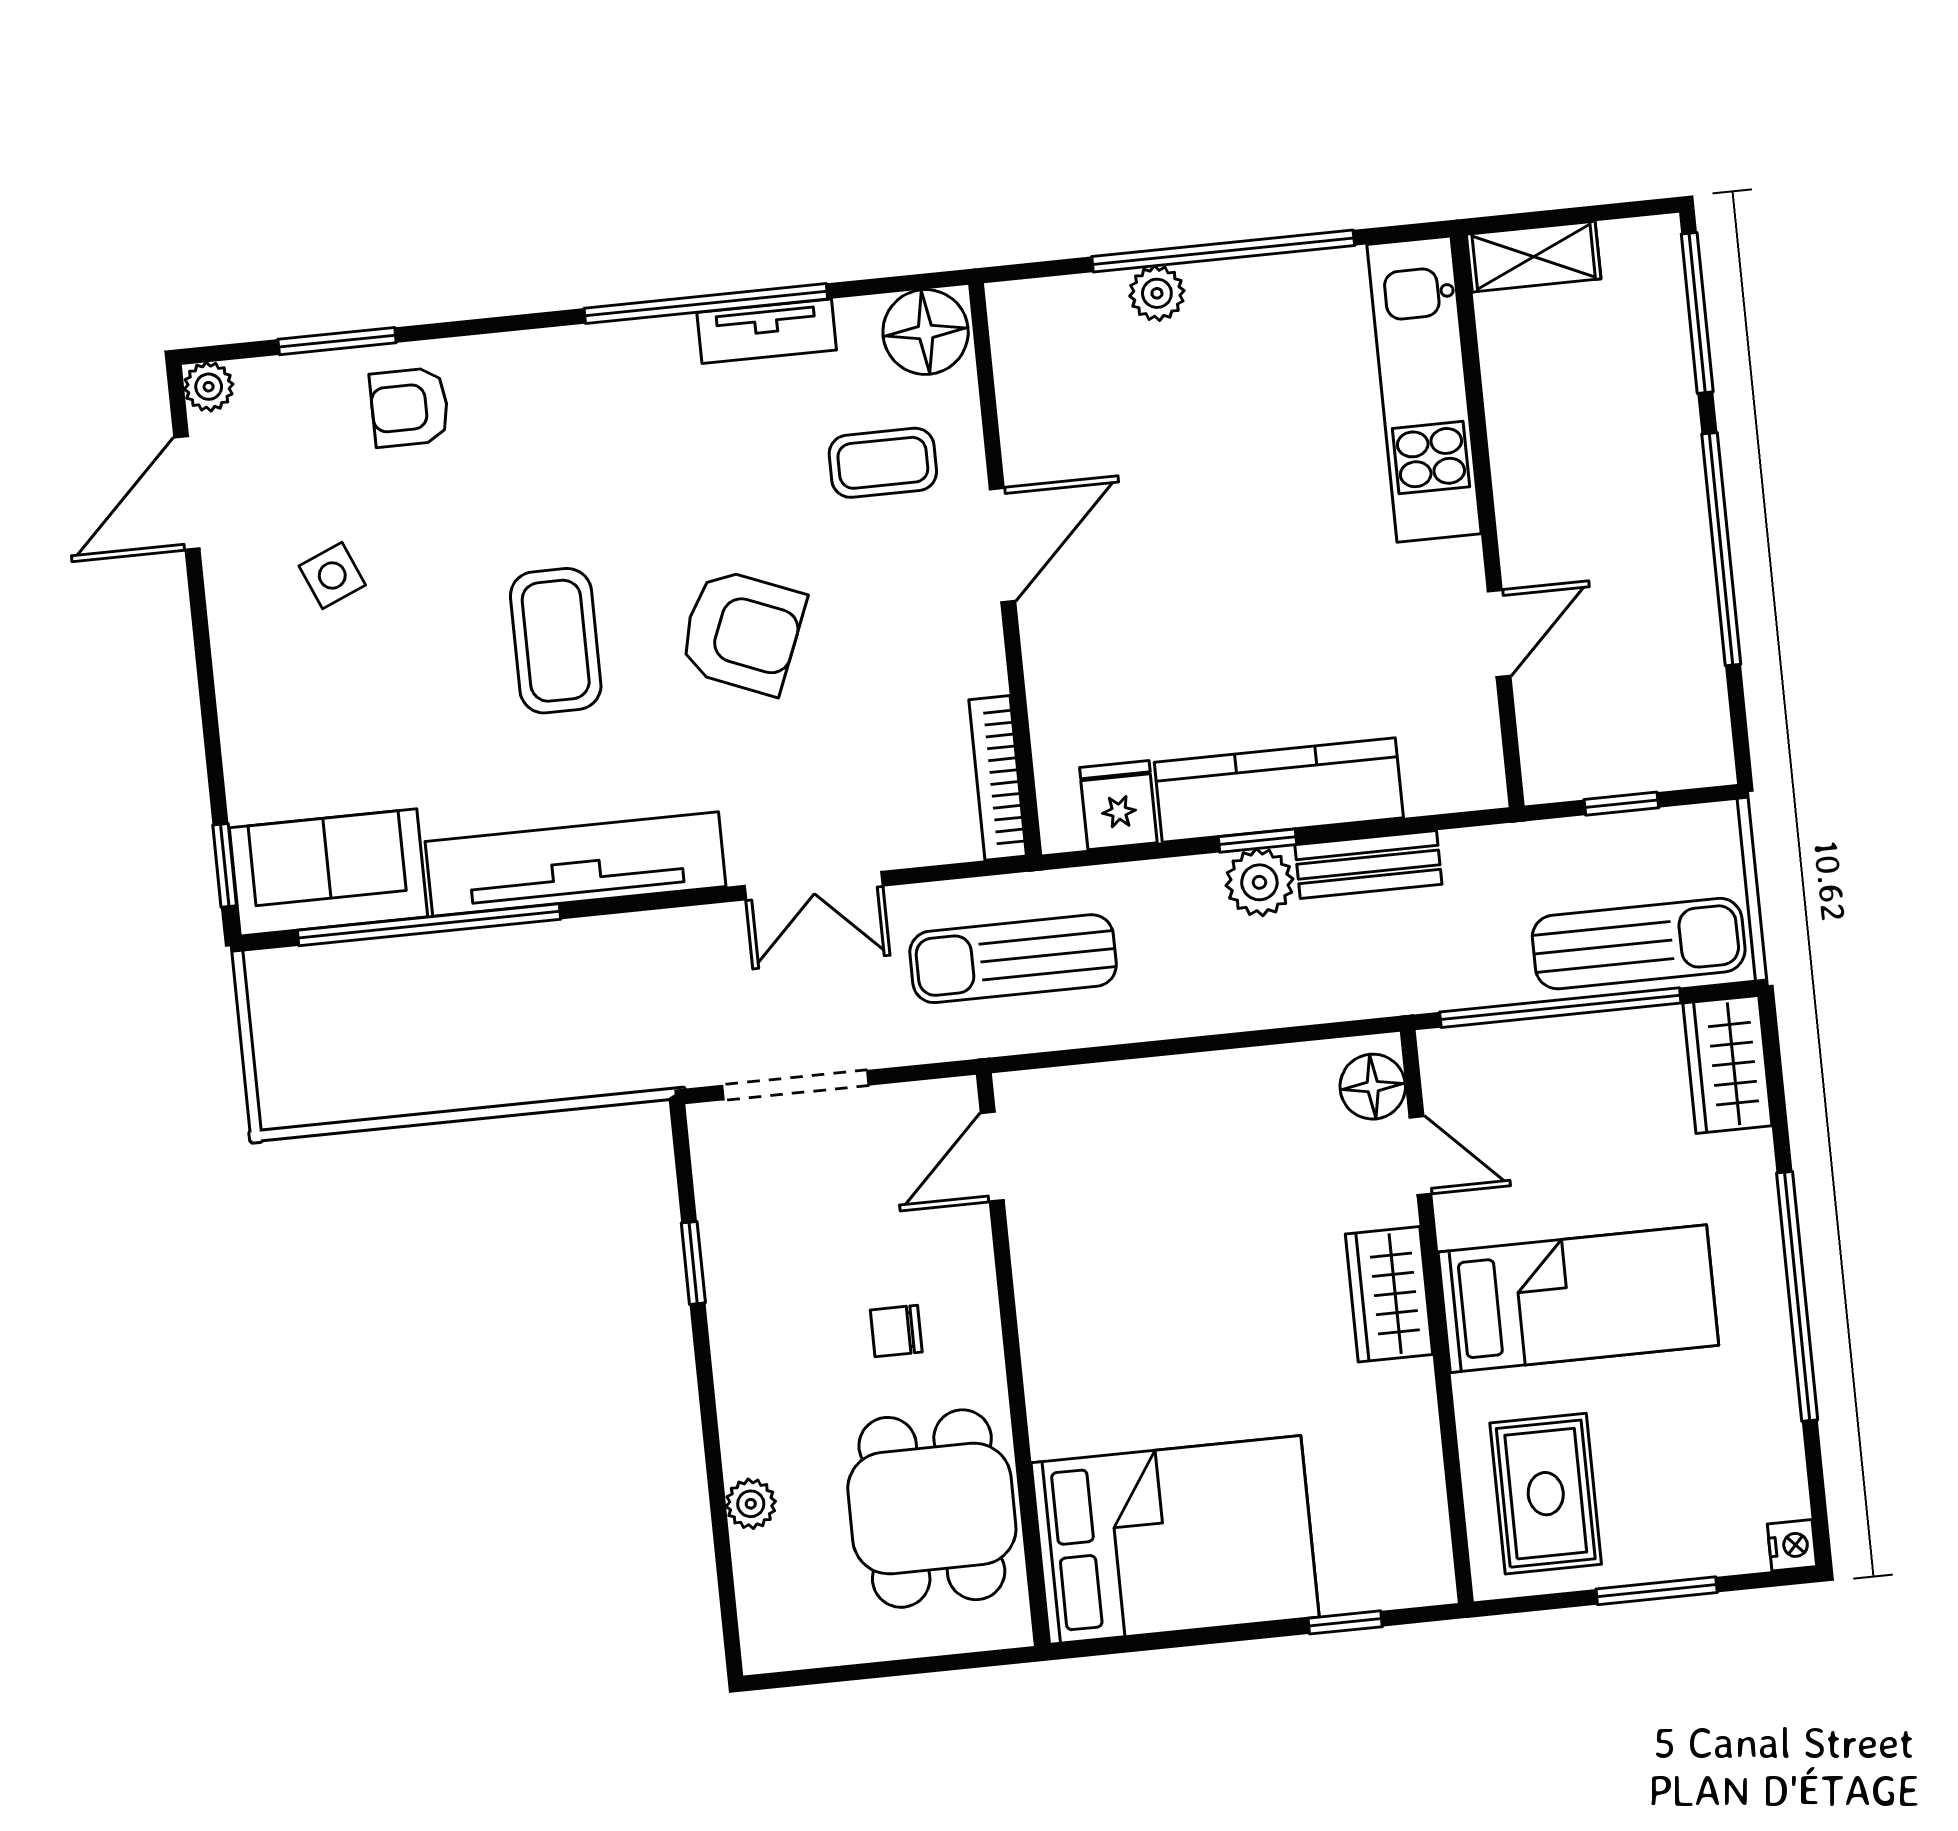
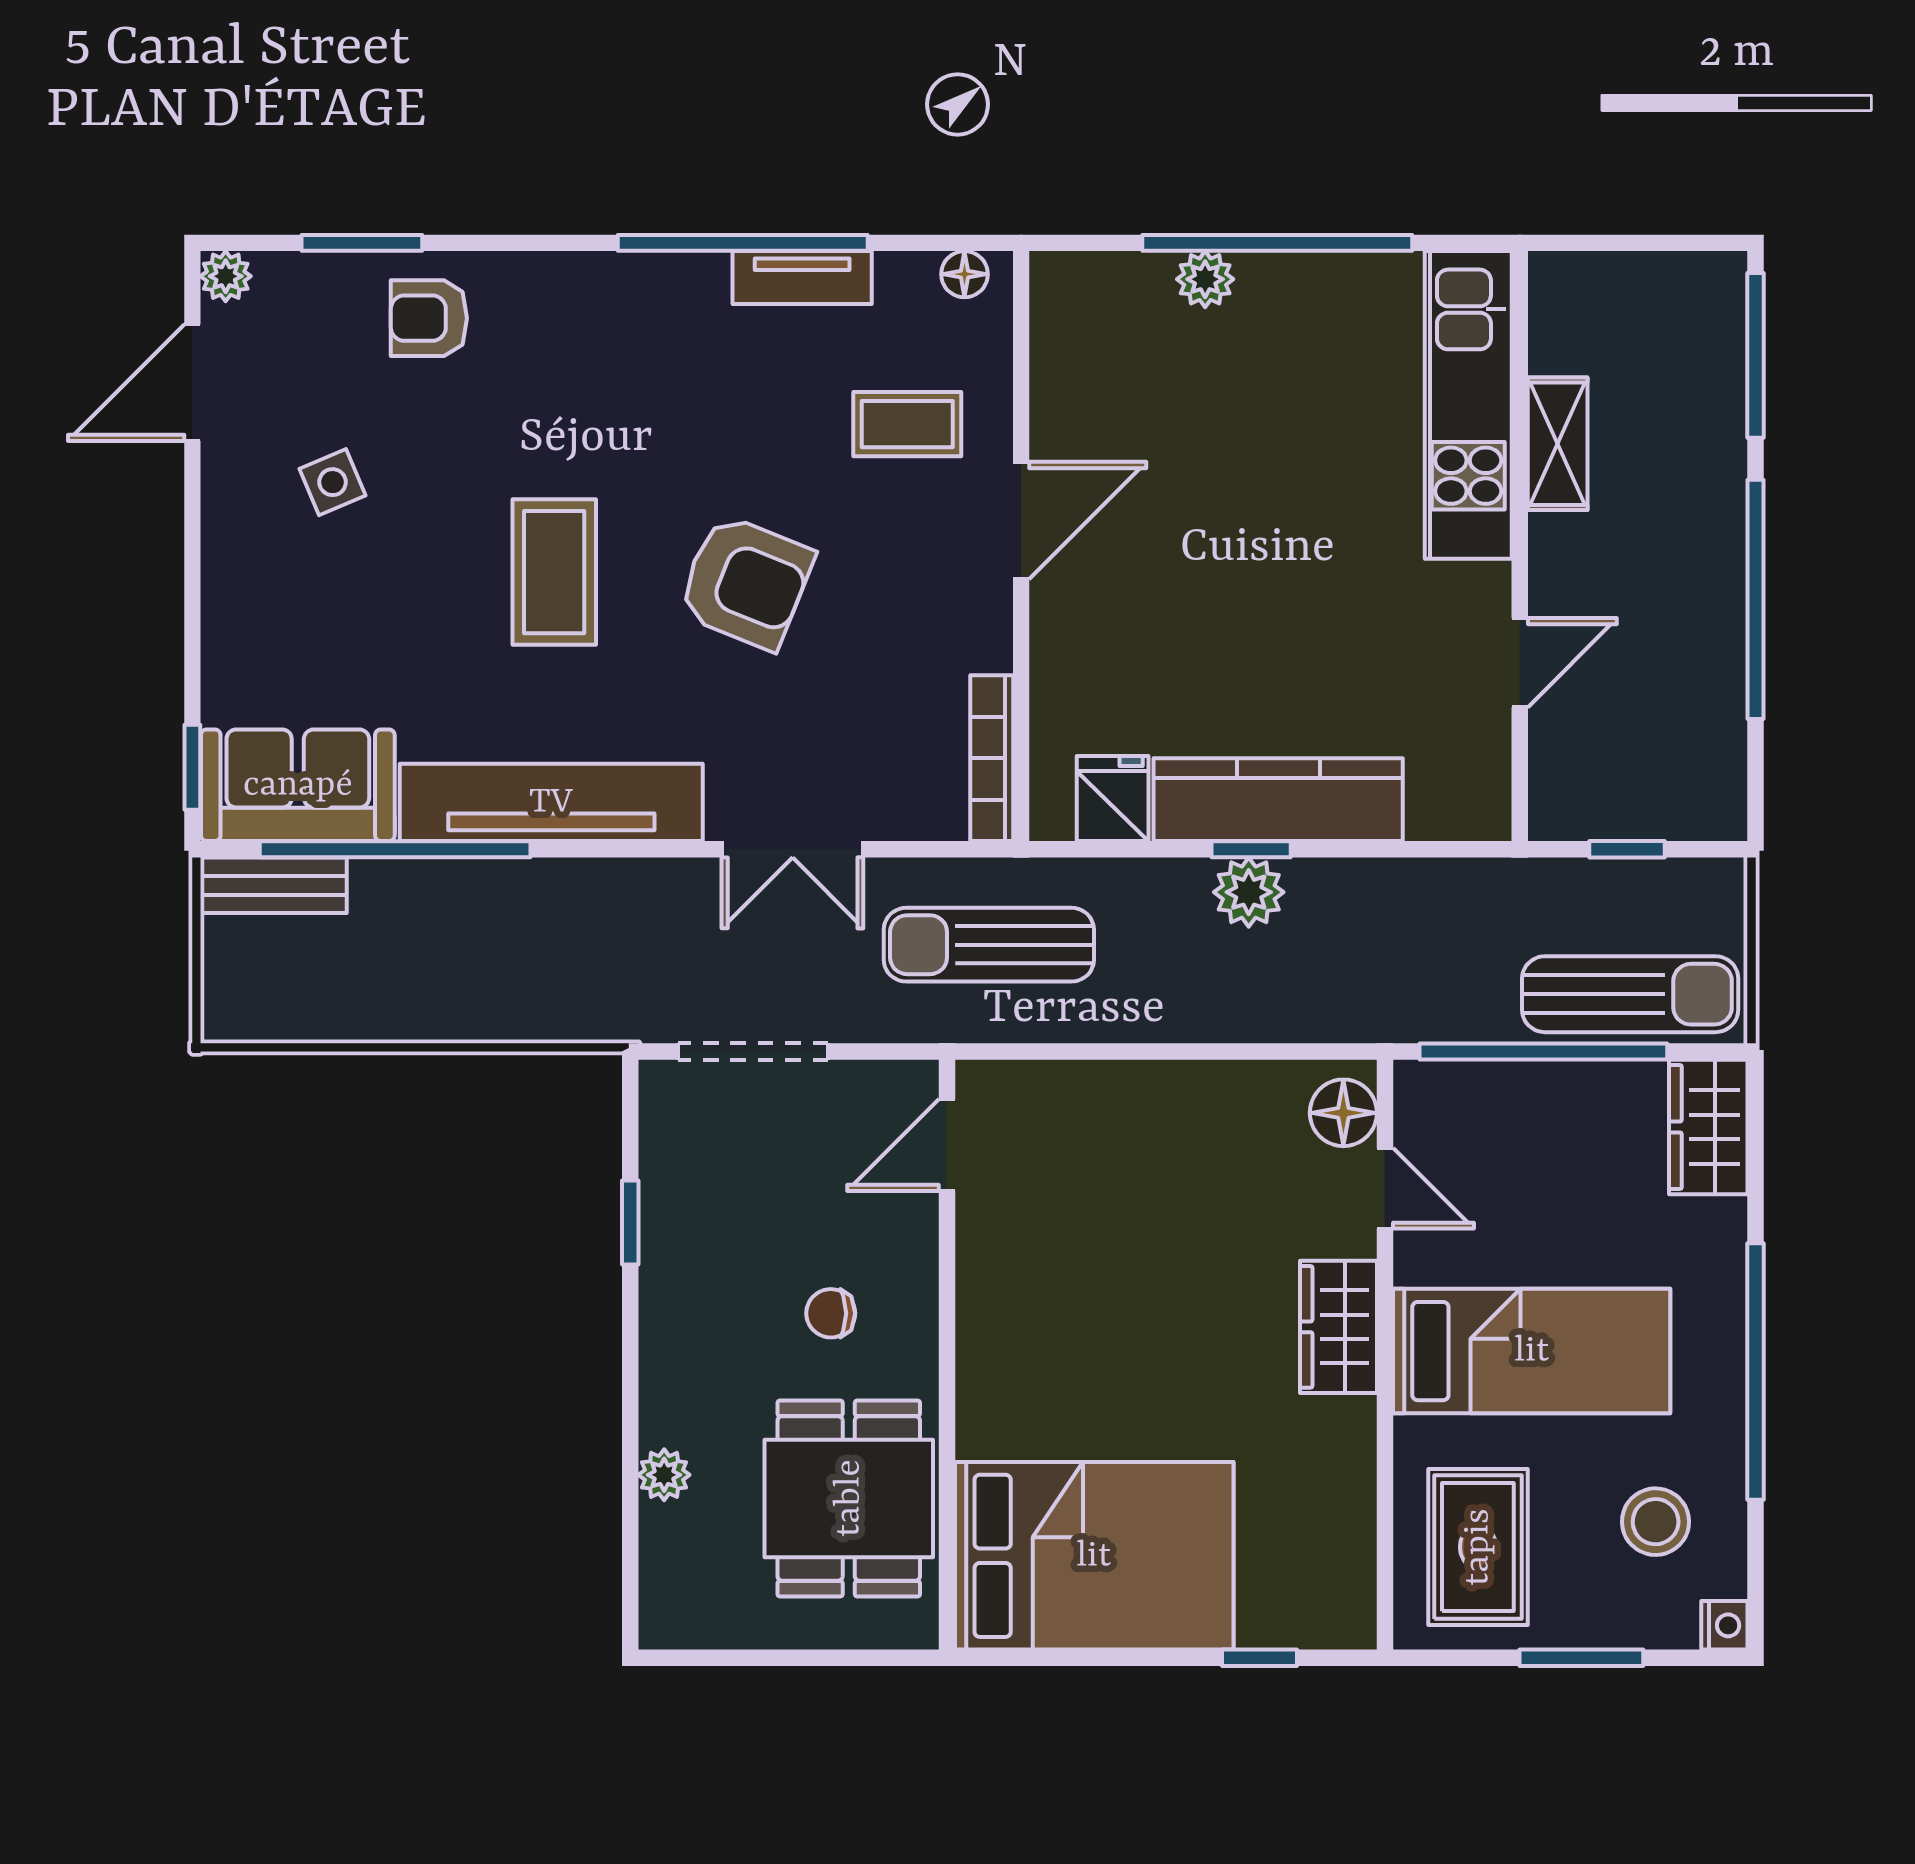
shelving: (1534, 257) -> (1558, 444), moved, turned 90
floor lamp: (926, 332) -> (964, 274), width x0.53, depth x0.53
bench: (1368, 865) -> (273, 885), moved
stool: (1715, 1452) -> (1656, 1522), added

